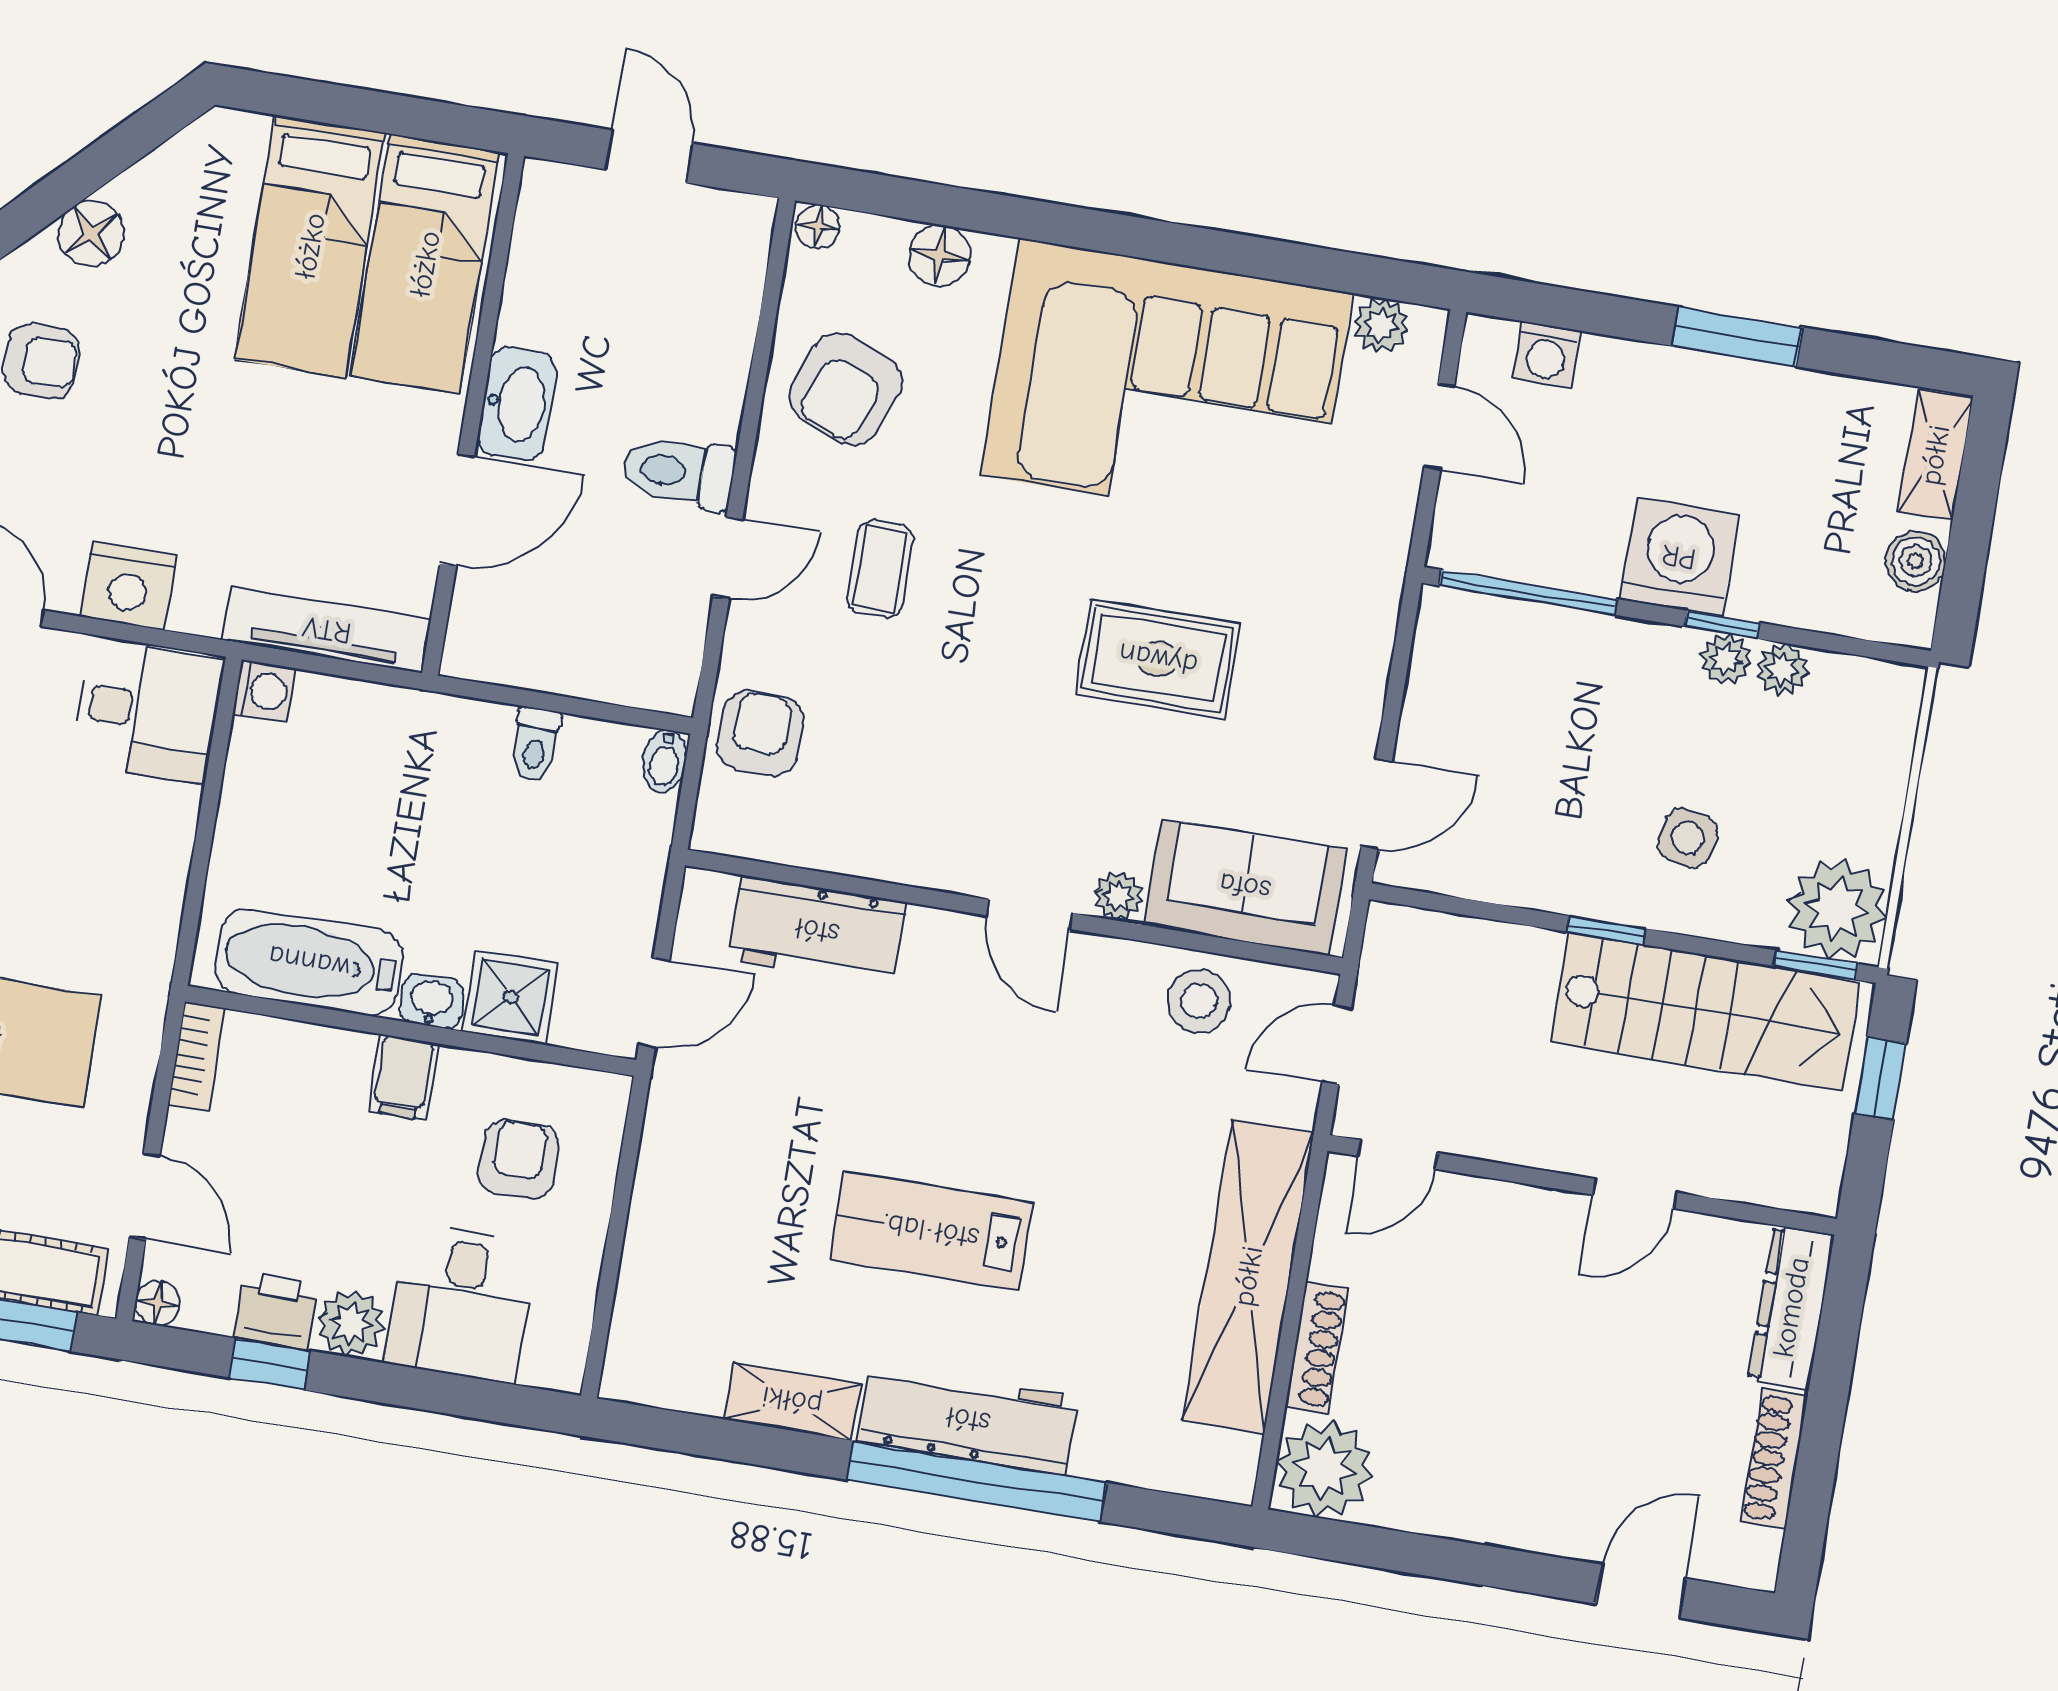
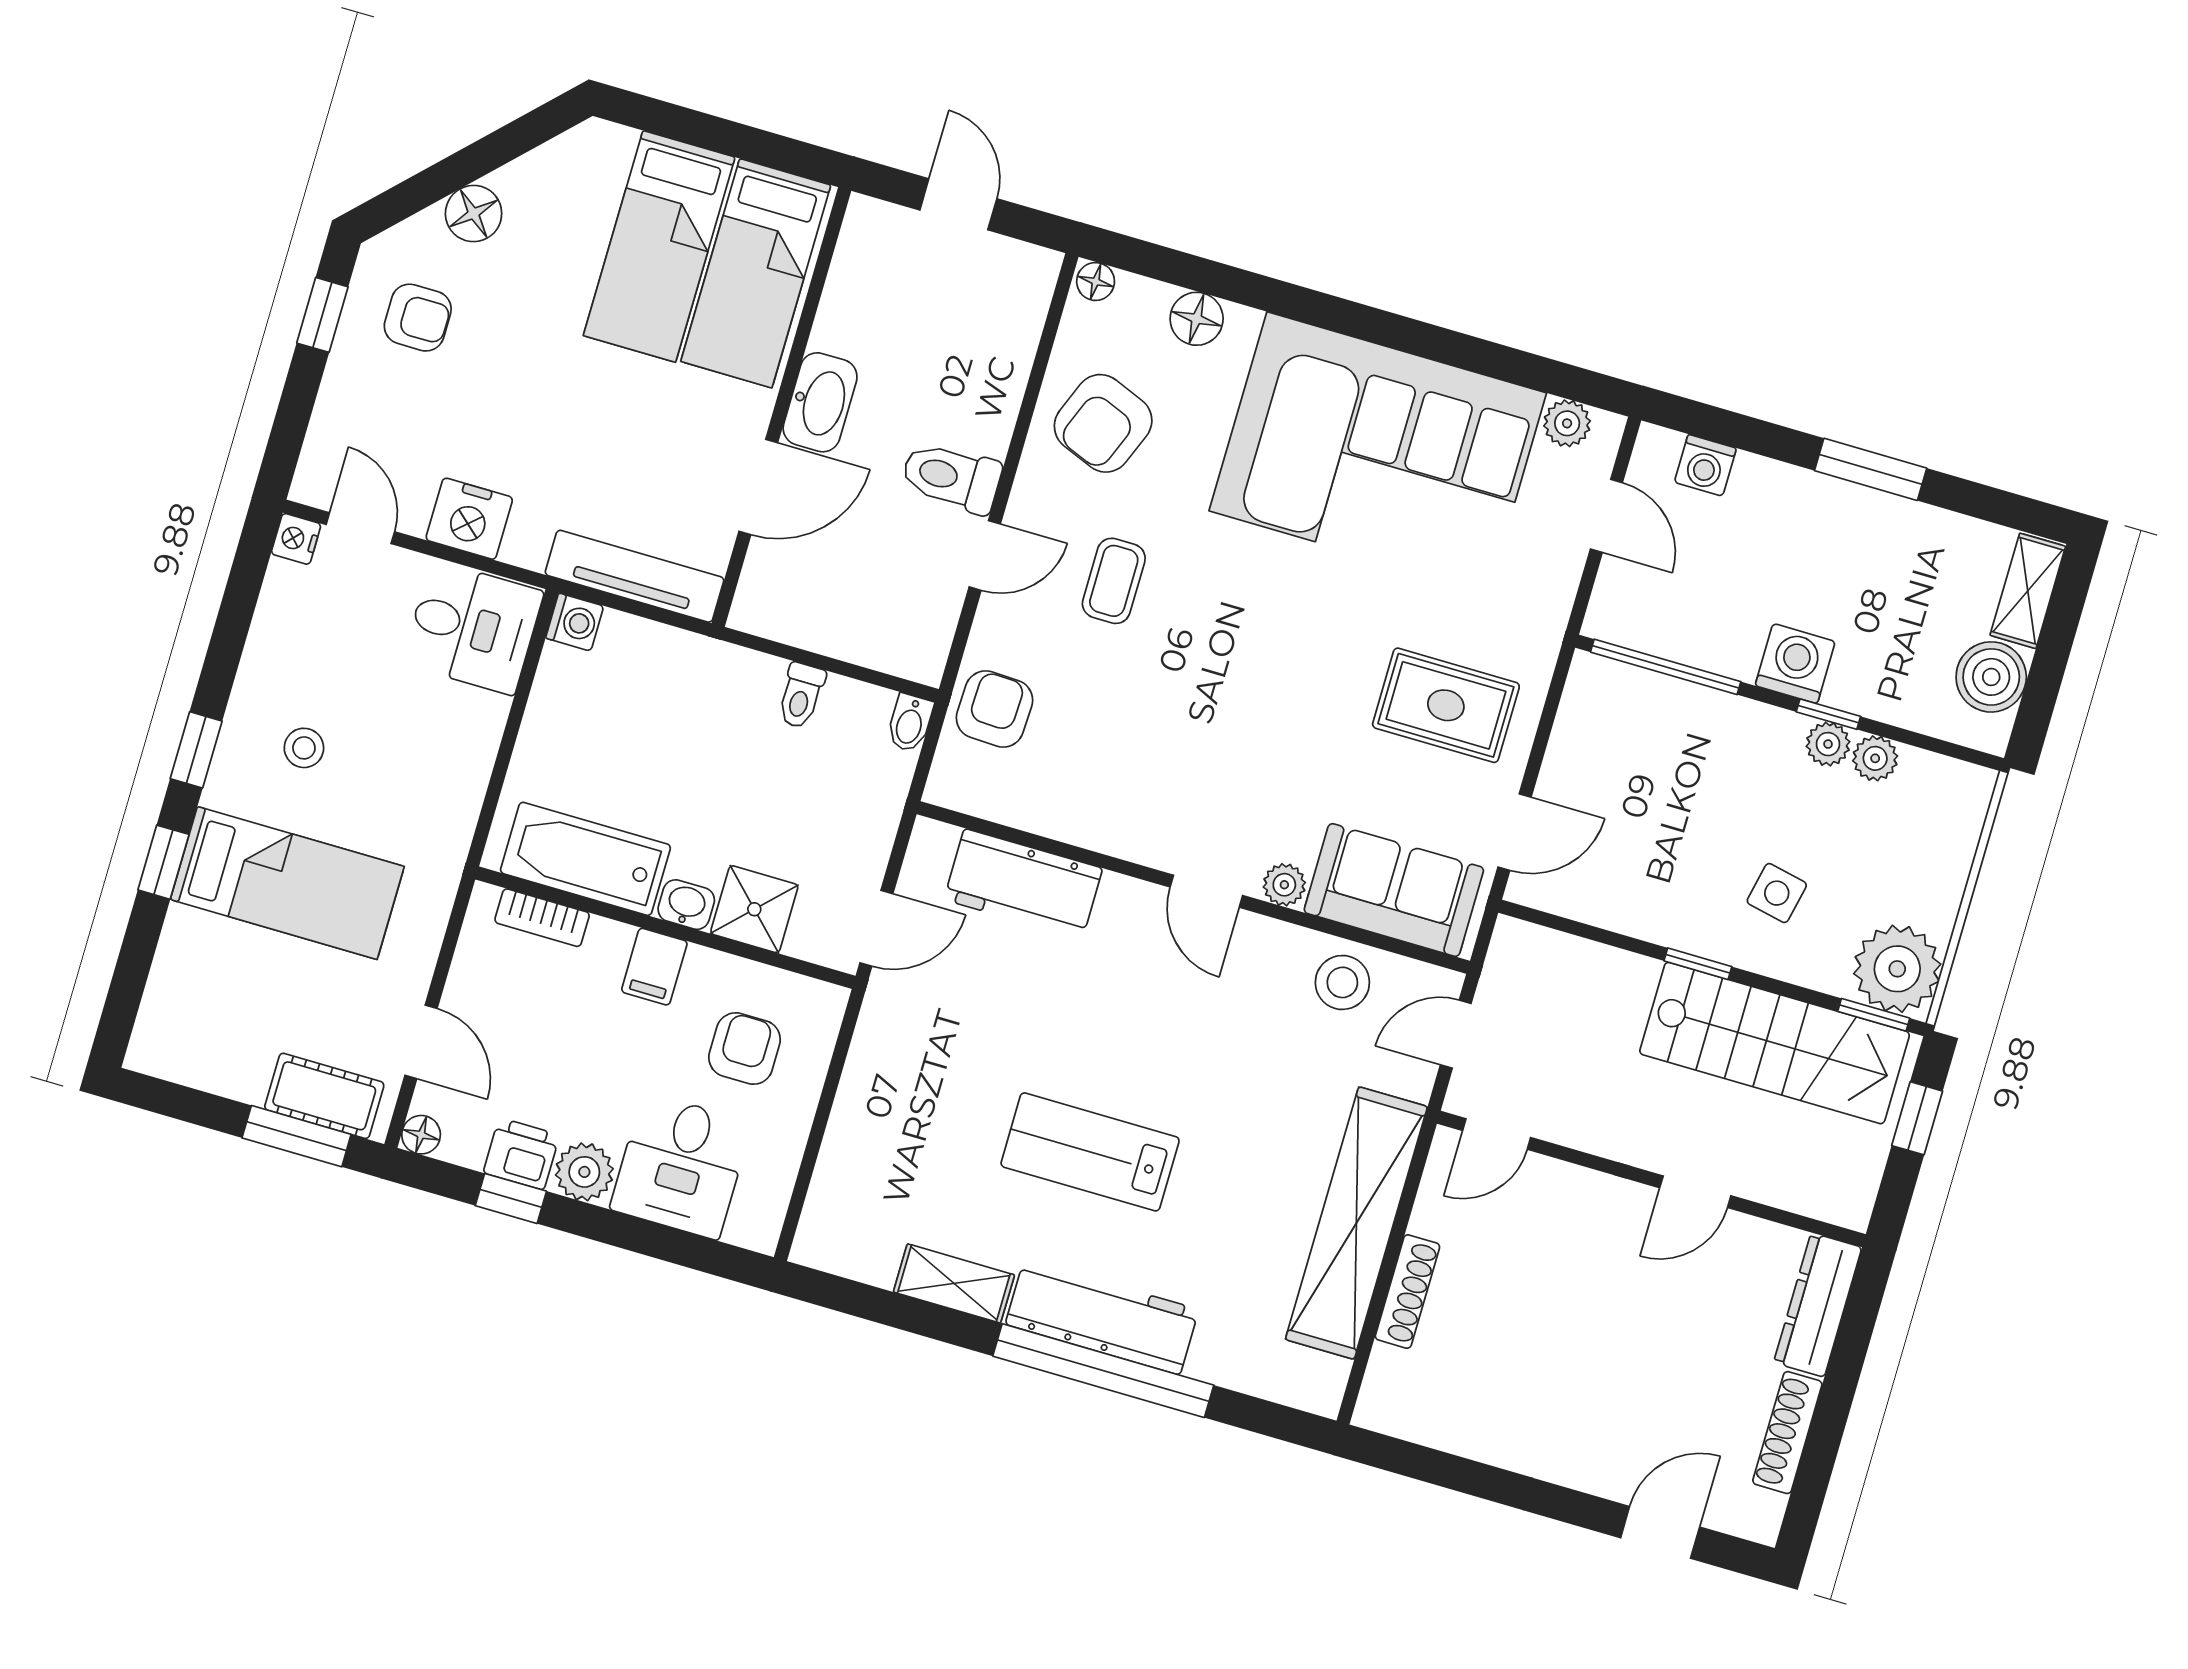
washing machine: (1679, 557) -> (1795, 664), width x0.73, depth x0.73
boiler: (1916, 561) -> (1991, 677), width x1.36, depth x1.36
rug: (1158, 659) -> (1446, 705), moved
bookcase: (197, 1056) -> (542, 918), moved, turned 90
plant: (1324, 1469) -> (1402, 1396), removed

